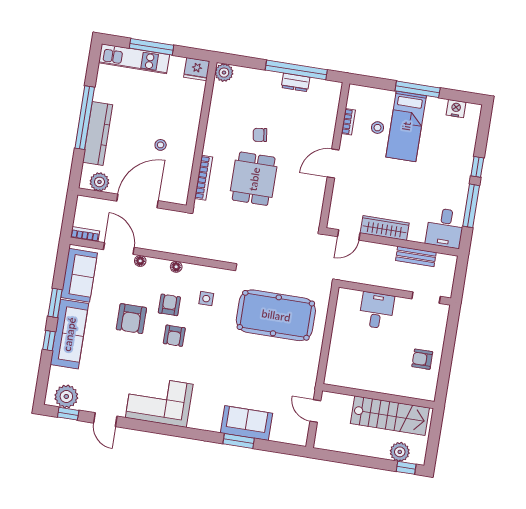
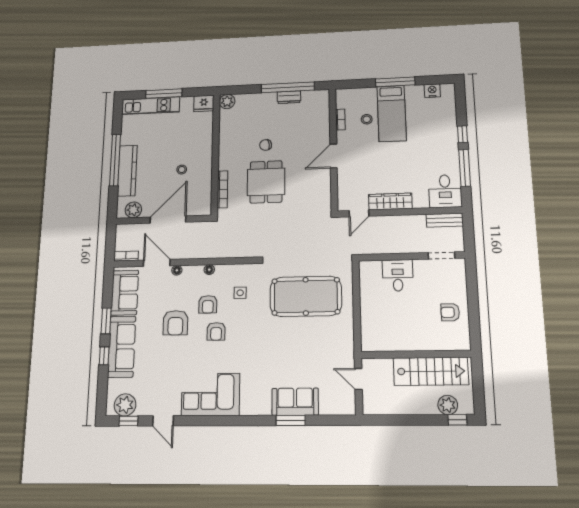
bench: (416, 256) -> (445, 220), moved
armchair: (169, 305) -> (208, 304), turned 180

